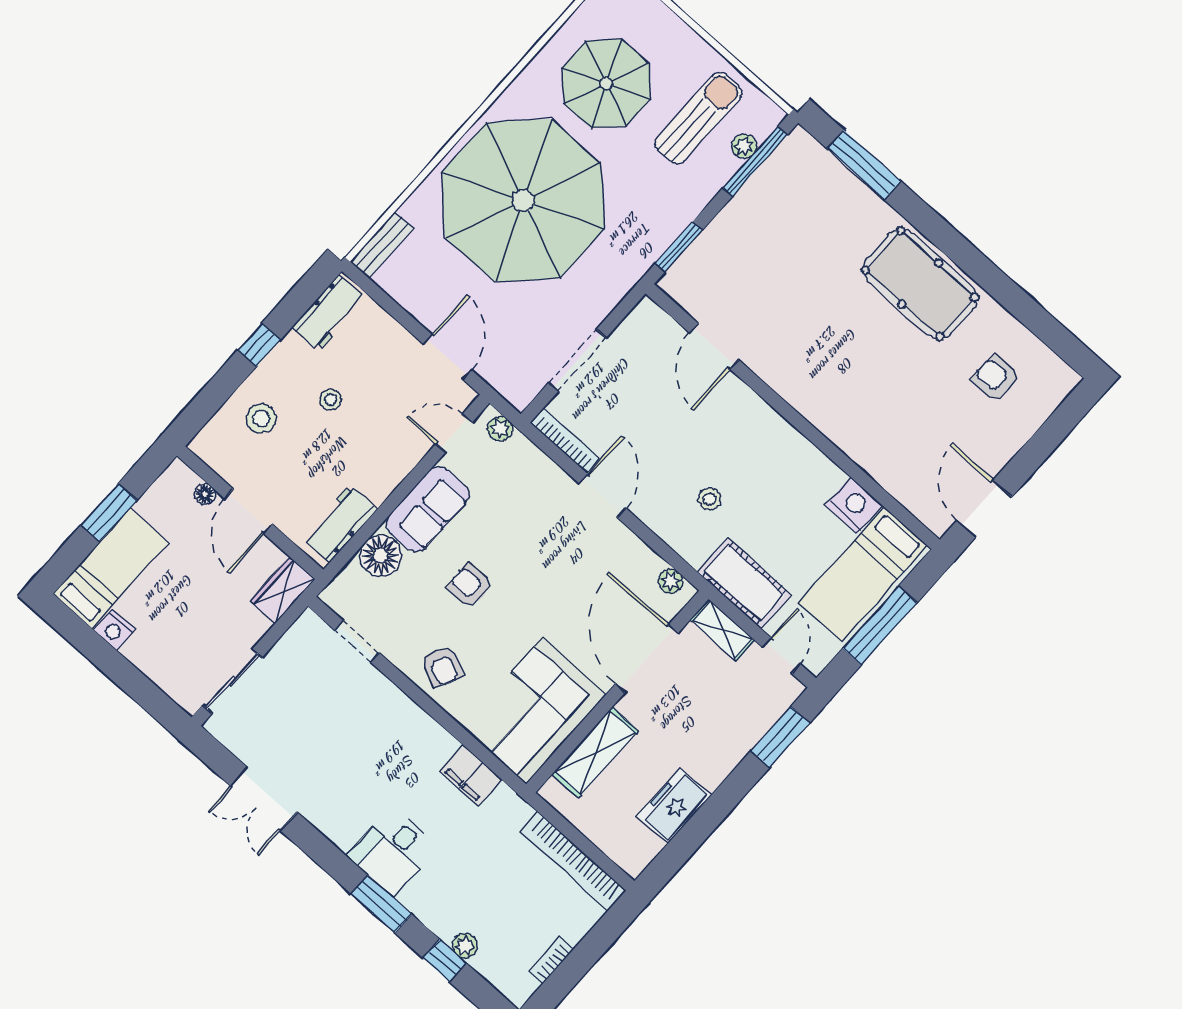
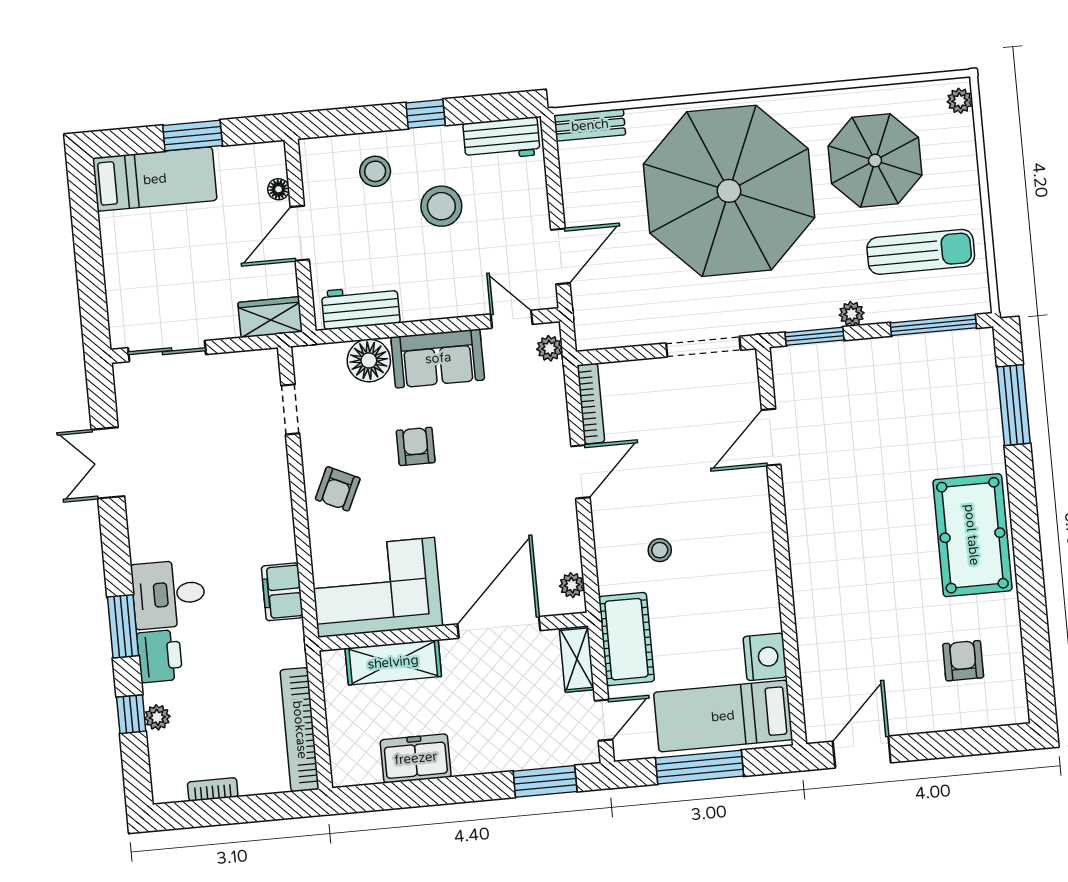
plant: (744, 146) -> (852, 314), moved
doorway: (577, 360) -> (703, 347), moved
stool: (331, 400) -> (441, 206), width x1.89, depth x1.89
nightstand: (115, 630) -> (114, 229), removed
printer: (427, 901) -> (160, 656), added

